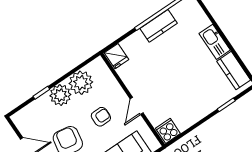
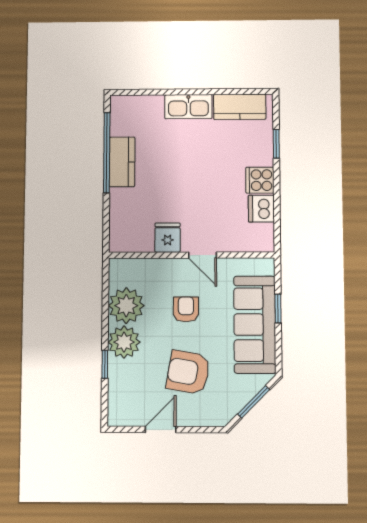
fridge: (116, 56) -> (168, 238), moved, turned -90
dishwasher: (184, 121) -> (261, 209), added
cooker: (168, 131) -> (260, 180), moved

